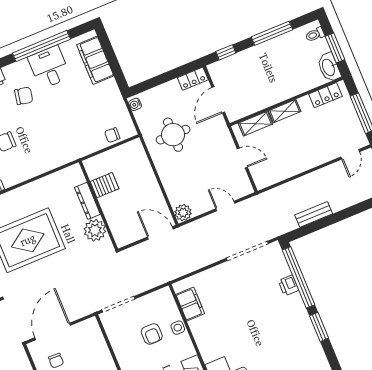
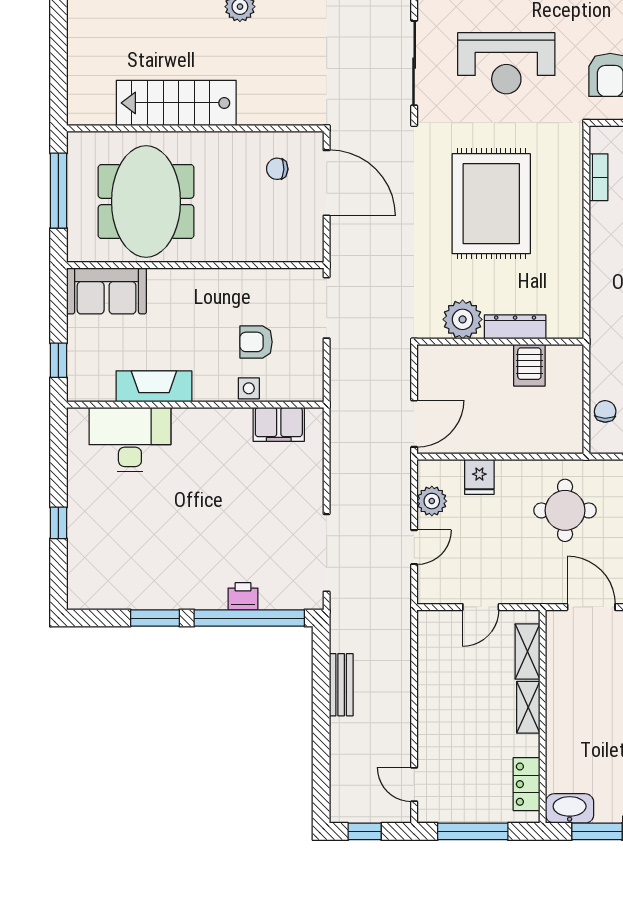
fridge: (174, 187) -> (479, 477), added
plant: (183, 213) -> (432, 501), moved

